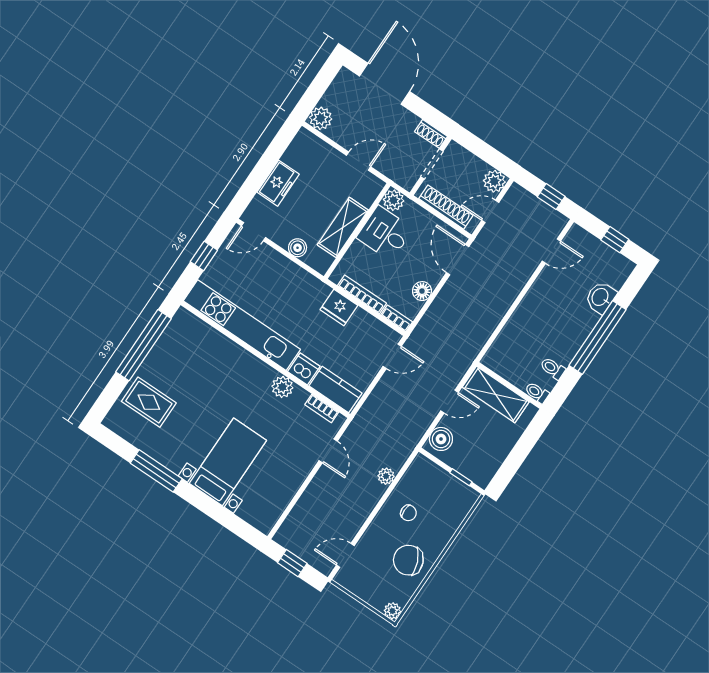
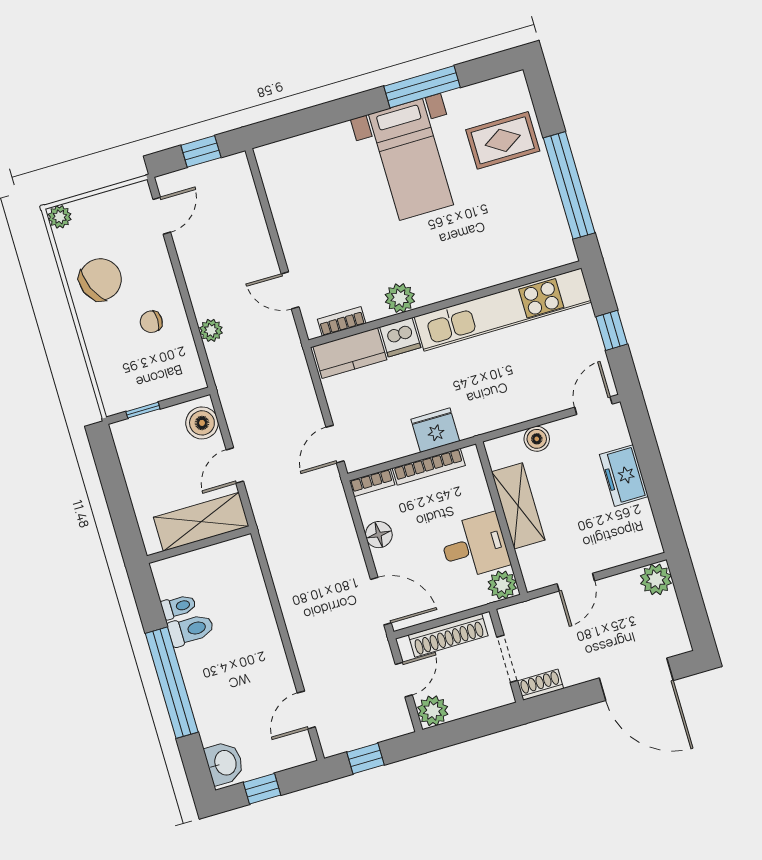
washbasin: (601, 297) -> (224, 763), moved
toilet: (537, 393) -> (191, 630), moved, width x1.37, depth x1.39
bed with nightstands: (228, 462) -> (411, 160), moved

